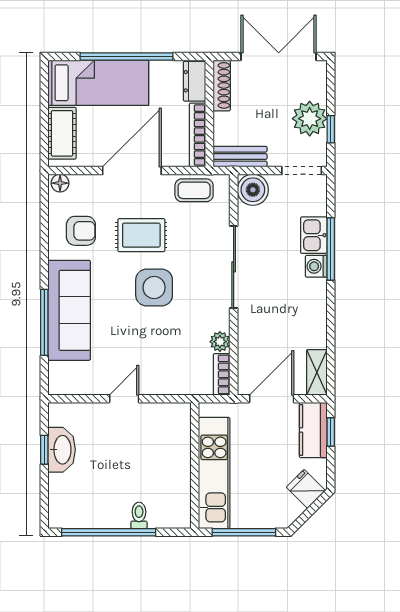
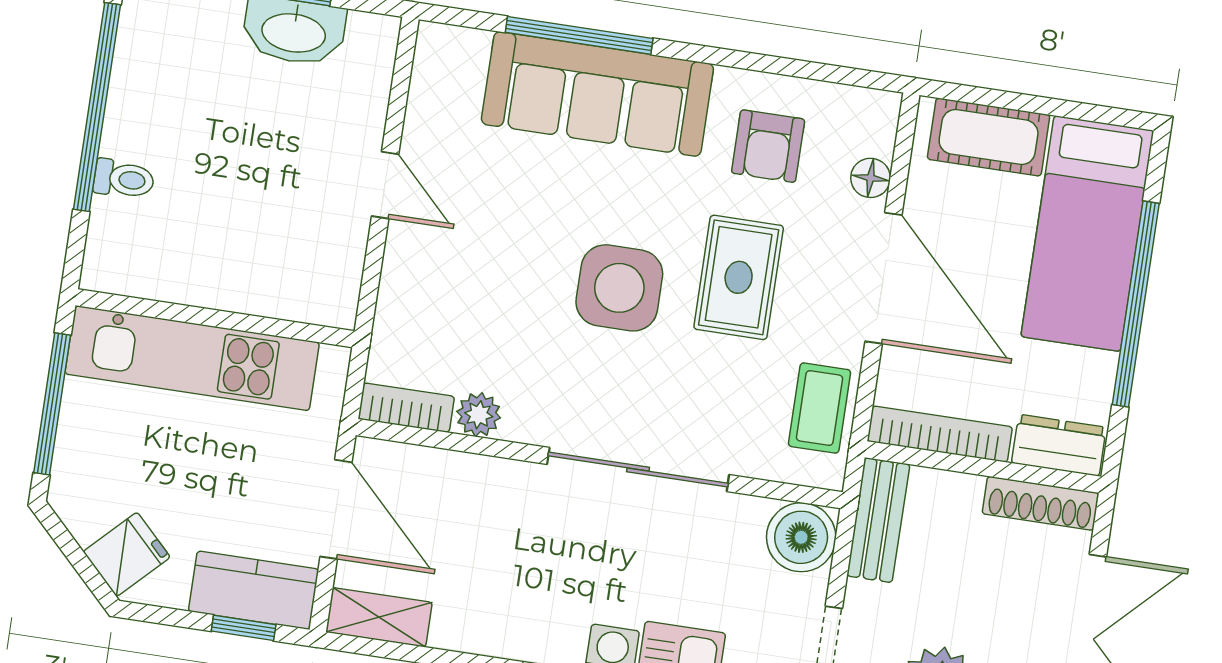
floor lamp: (60, 183) -> (871, 178), moved

